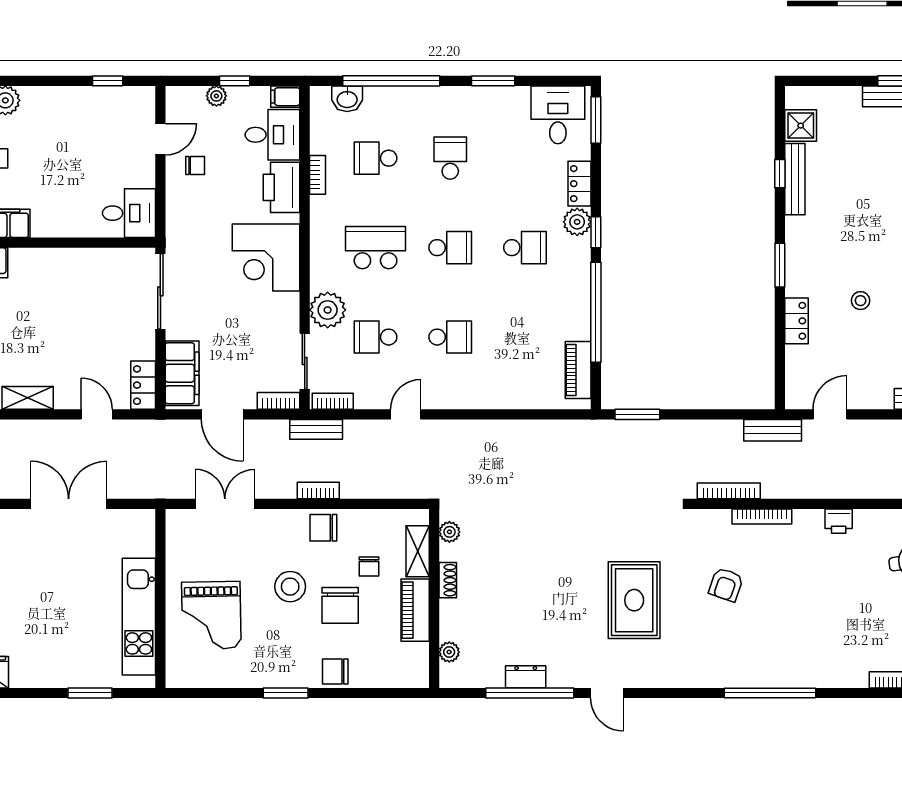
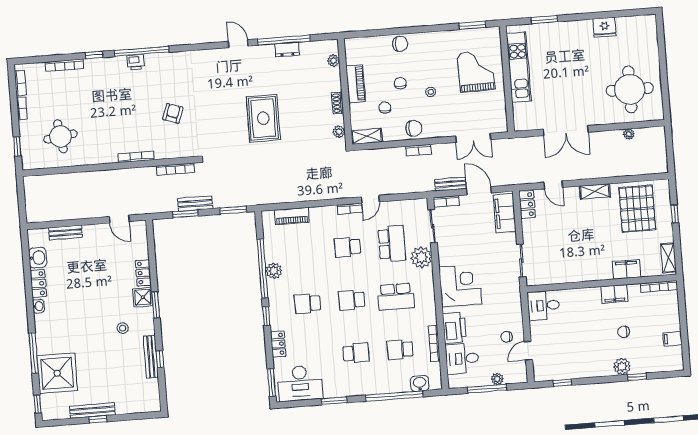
window: (235, 81) -> (487, 389), width x2.17
filing cabinet: (285, 97) -> (456, 382), removed
desk: (558, 115) -> (300, 383), width x1.37
shower: (801, 126) -> (143, 297), moved
school desk: (376, 158) -> (400, 350), turned 180
school desk: (450, 158) -> (356, 353), turned -90
bookcase: (317, 175) -> (434, 343), width x1.56
plant: (577, 222) -> (274, 271), moved
sliding door: (160, 291) -> (521, 261), width x0.73
stool: (861, 301) -> (123, 328), moved
school desk: (376, 337) -> (392, 244), width x1.85
piano: (578, 370) -> (292, 216), moved, turned 90
bookcase: (333, 401) -> (350, 209), moved
window: (718, 414) -> (185, 214), added
door: (830, 414) -> (119, 219), hinge flipped
bench: (316, 429) -> (450, 184), moved
bench: (773, 430) -> (195, 204), moved
bookcase: (762, 516) -> (136, 157), moved
printer: (839, 521) -> (136, 62), moved, turned 180
shelving: (418, 551) -> (367, 136), moved, turned 90
stool: (290, 587) -> (431, 92), width x0.53, depth x0.53
rug: (634, 600) -> (263, 118), moved
chair: (340, 605) -> (400, 83), width x0.54, depth x0.54
window: (286, 693) -> (472, 25), moved
window: (850, 693) -> (94, 55), added

